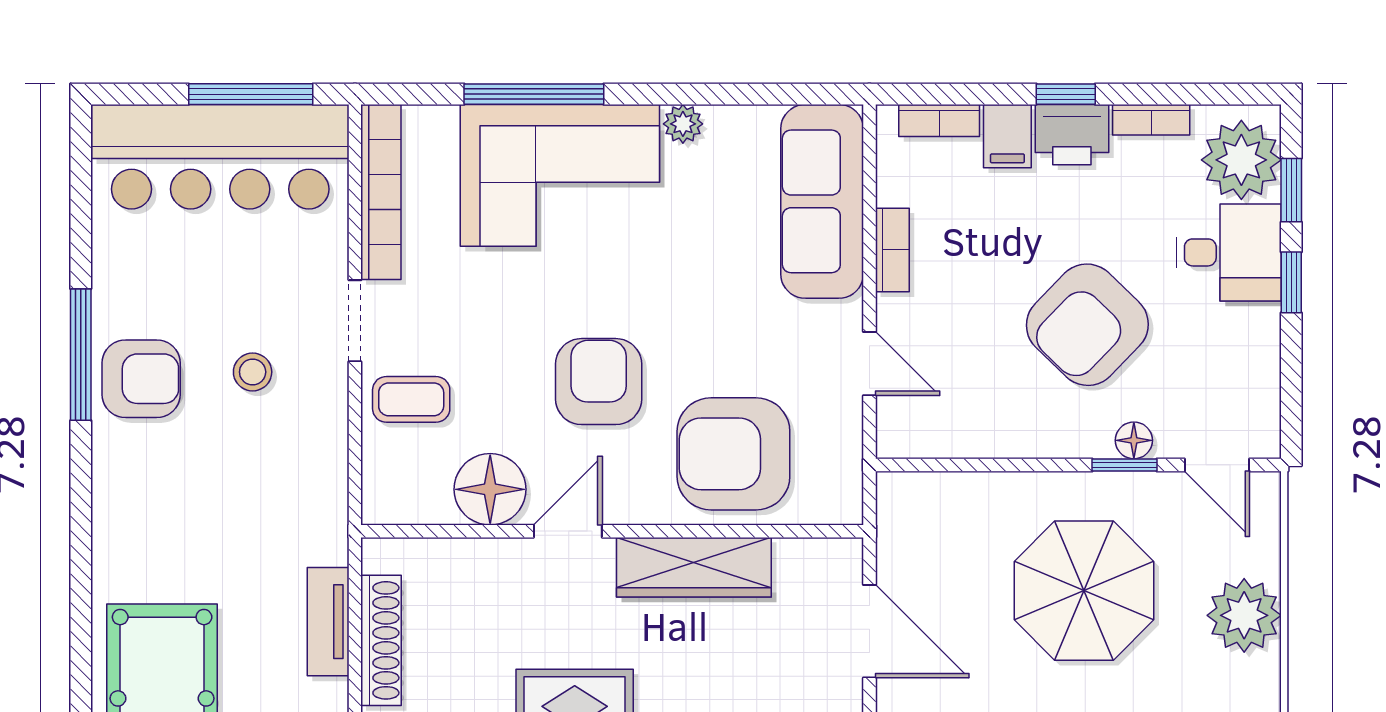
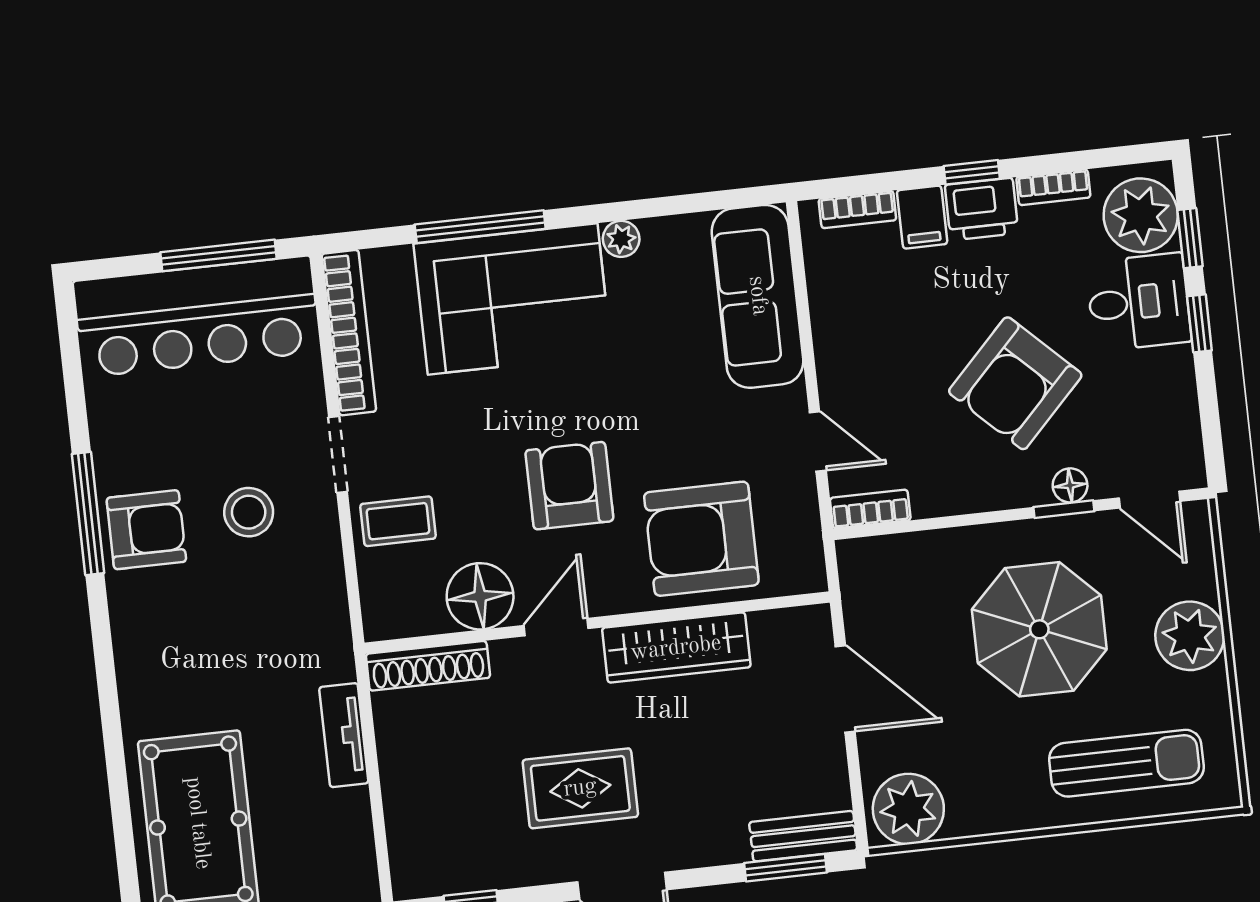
bookcase: (892, 250) -> (870, 509), moved, turned -90
stool: (253, 372) -> (249, 512), width x1.37, depth x1.37
shoe rack: (381, 640) -> (428, 666), moved, turned 90

